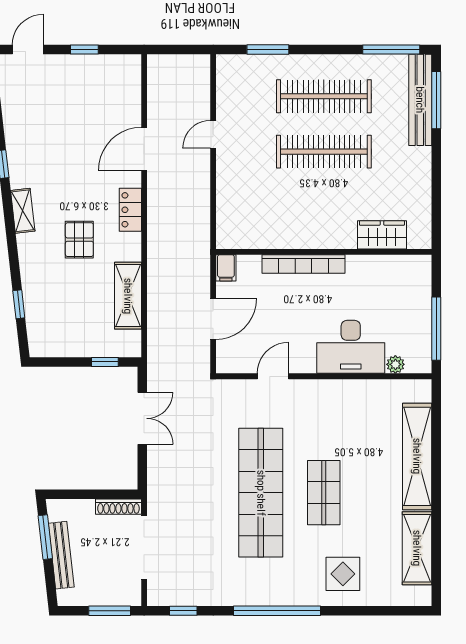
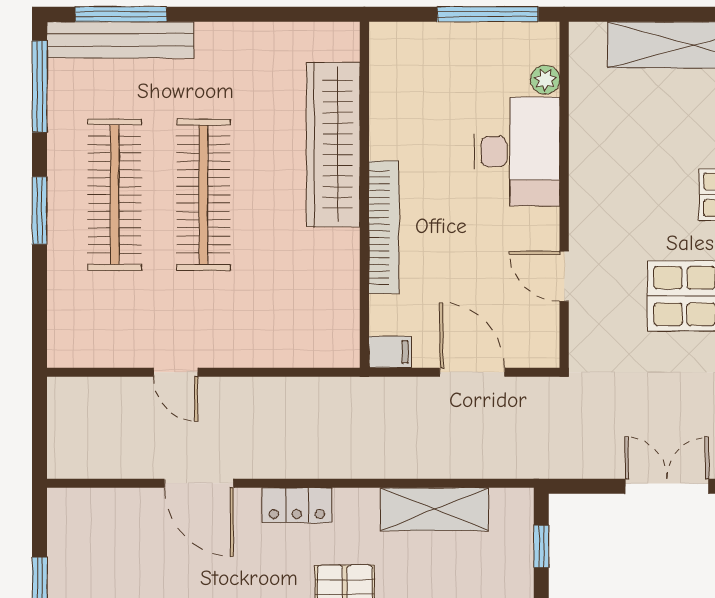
window: (268, 50) -> (40, 210), moved
wardrobe: (382, 235) -> (333, 144), width x2.10, depth x1.17
double door: (142, 418) -> (667, 486), moved

